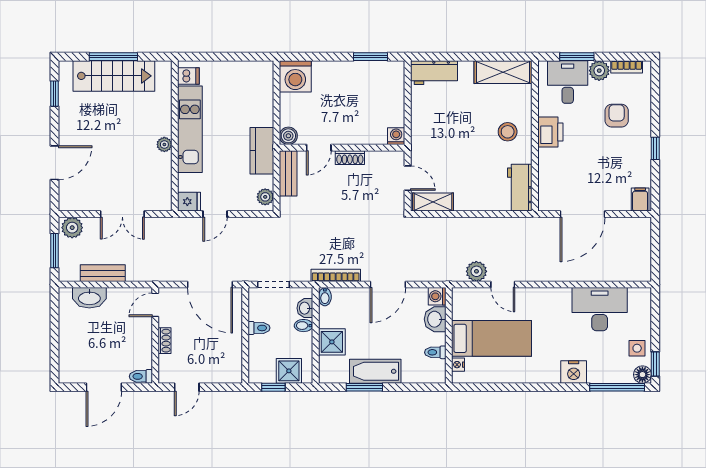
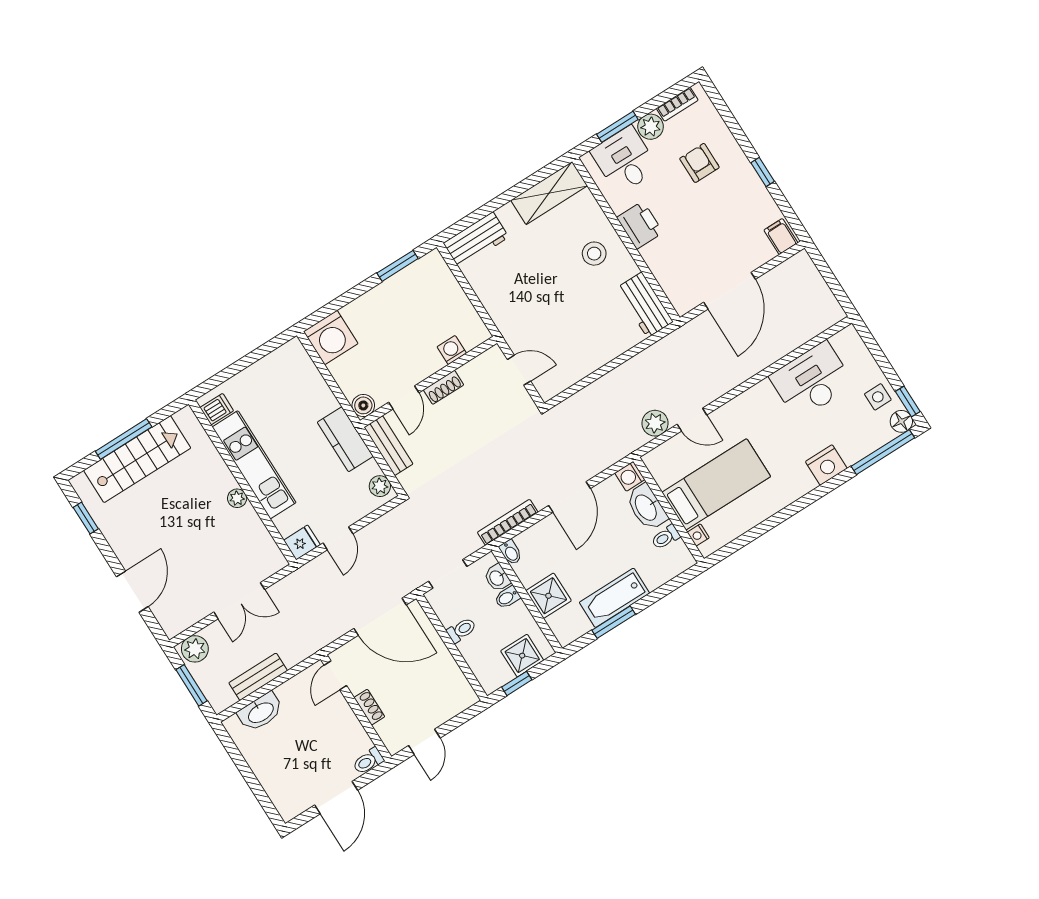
washing machine: (396, 136) -> (452, 350), moved
shelving: (433, 202) -> (562, 379), removed
washbasin: (435, 319) -> (646, 507), width x1.38

